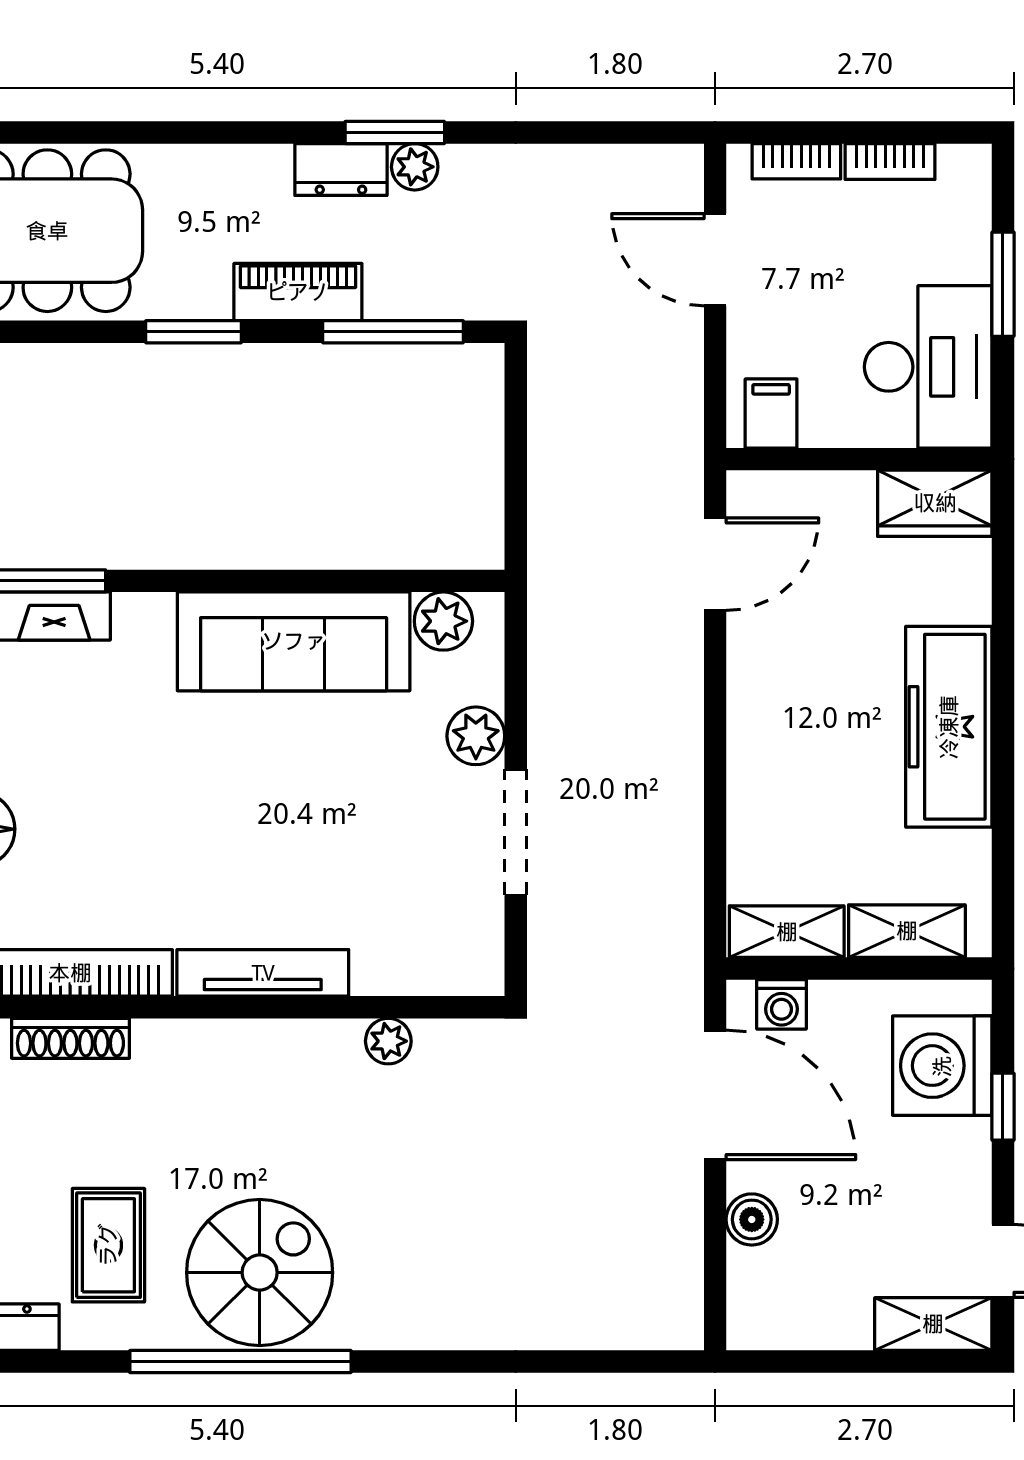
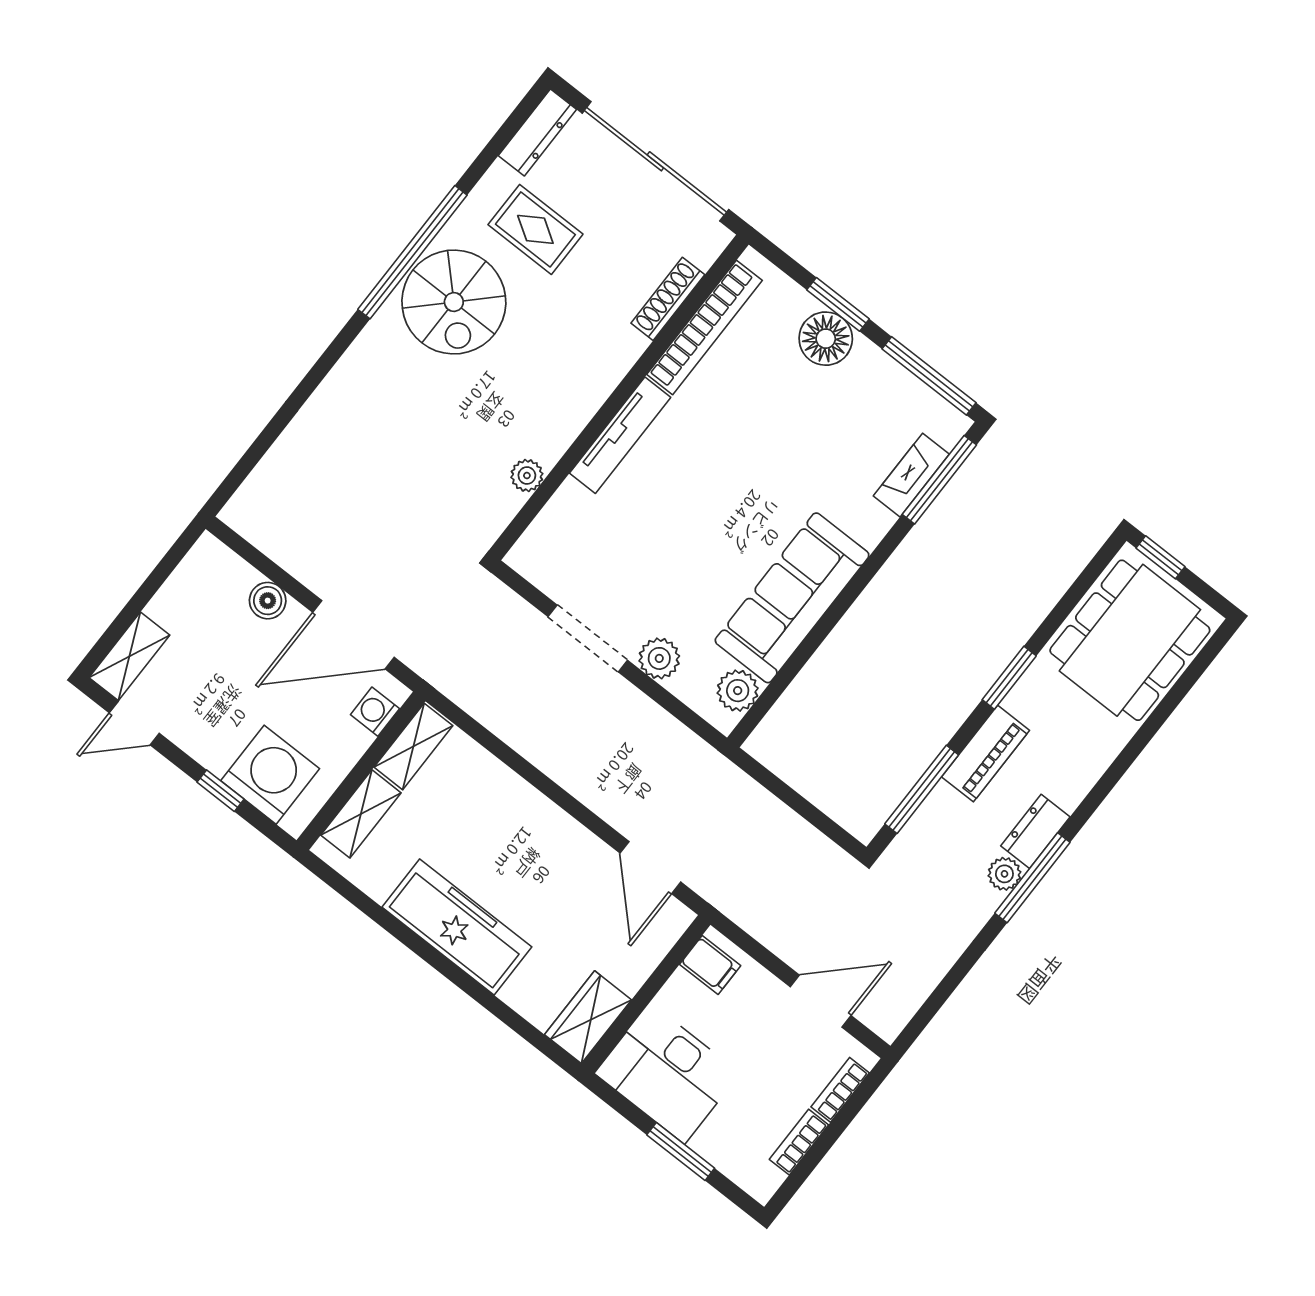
window: (395, 132) -> (1032, 878), width x1.44

